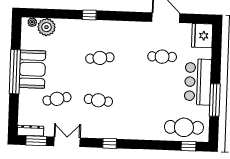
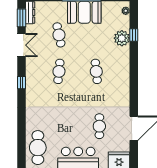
window: (89, 15) -> (134, 35), moved
plant: (46, 27) -> (122, 38), moved
window: (188, 146) -> (21, 152), removed

